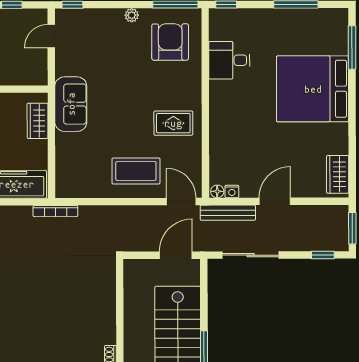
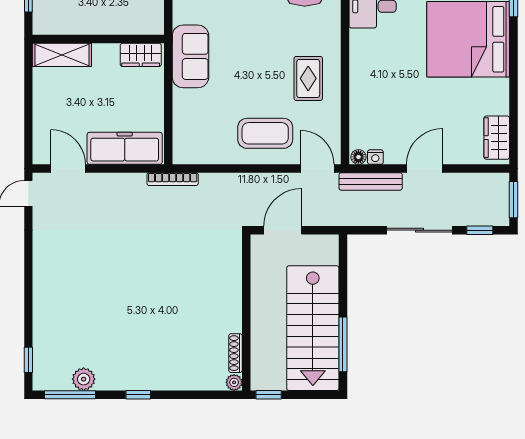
wardrobe: (38, 121) -> (141, 55), moved, turned -90
rug: (173, 123) -> (308, 78), turned 90
door: (176, 255) -> (283, 230), moved
sliding door: (251, 255) -> (419, 230), moved

